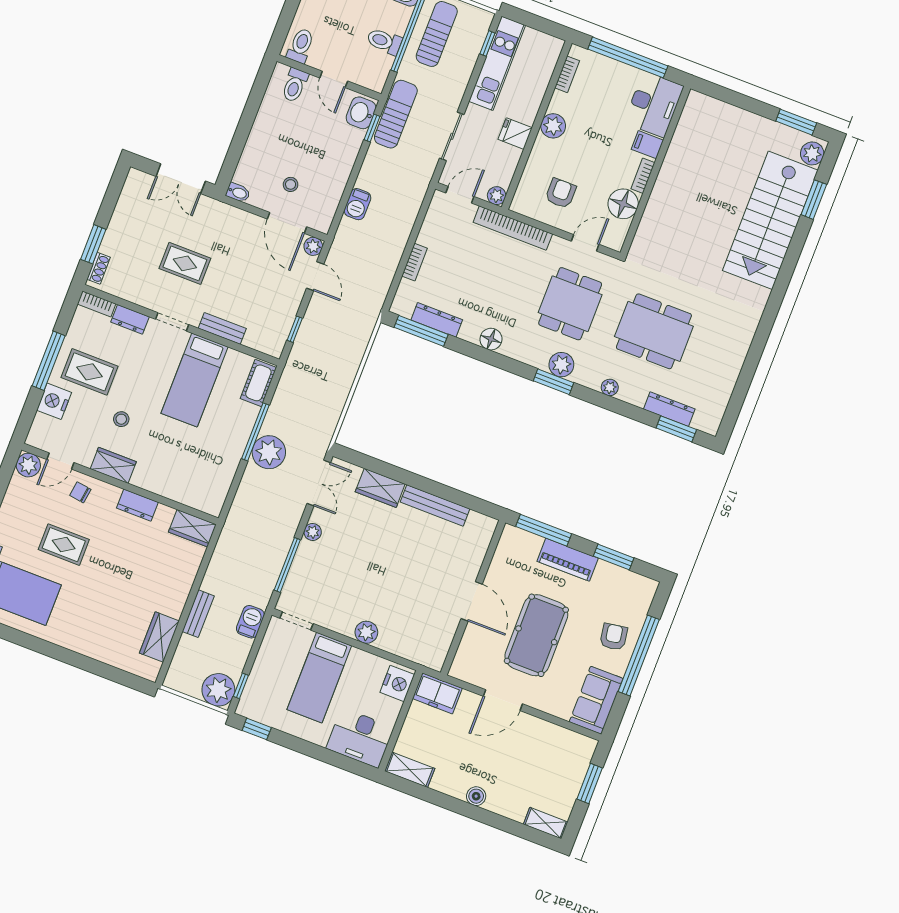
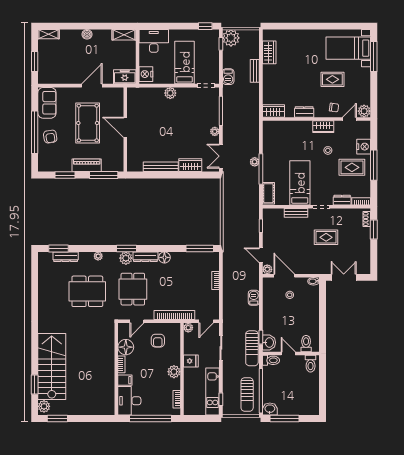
toilet: (384, 41) -> (271, 360), moved
dresser: (437, 320) -> (145, 257), moved
plant: (269, 452) -> (255, 162), width x0.53, depth x0.53

